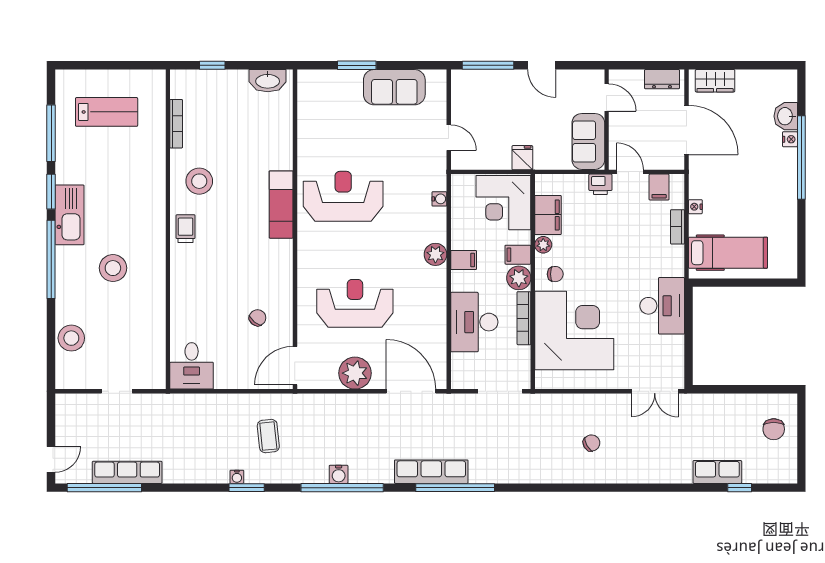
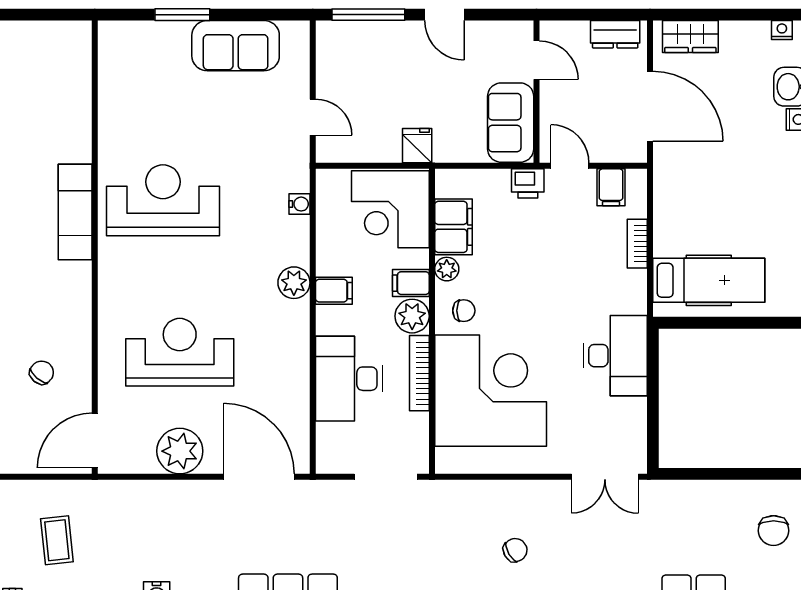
washbasin: (268, 81) -> (56, 36), removed
nightstand: (695, 207) -> (782, 30), moved, turned 90

